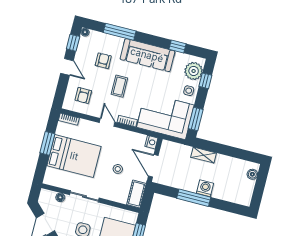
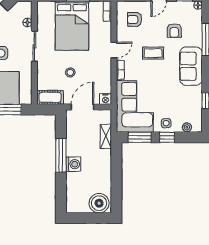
sofa: (147, 55) -> (191, 66), width x0.73
armchair: (103, 61) -> (174, 31), turned 90
plant: (194, 71) -> (187, 127), width x0.53, depth x0.53
window: (205, 81) -> (167, 137), moved
shelving: (204, 155) -> (106, 136), moved
boiler: (252, 174) -> (99, 203), width x1.86, depth x1.86

